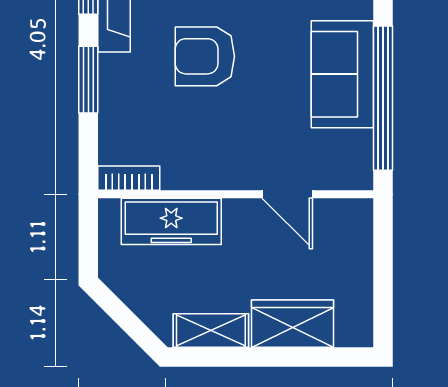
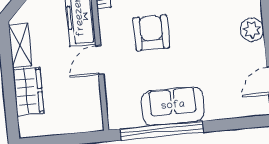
armchair: (205, 56) -> (151, 33), moved
door: (287, 194) -> (100, 60), moved

